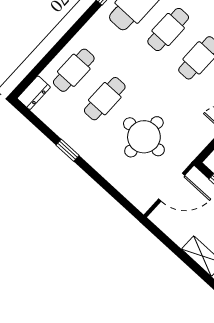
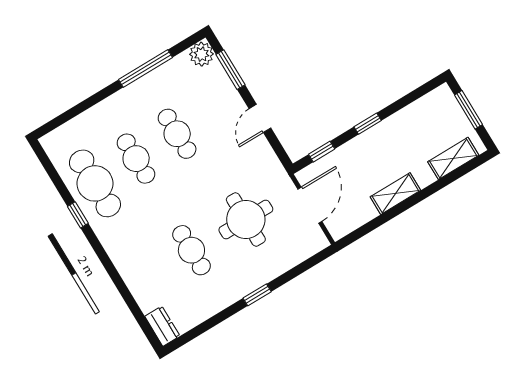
cafe table: (74, 70) -> (150, 275), removed
window: (68, 150) -> (257, 295), moved

